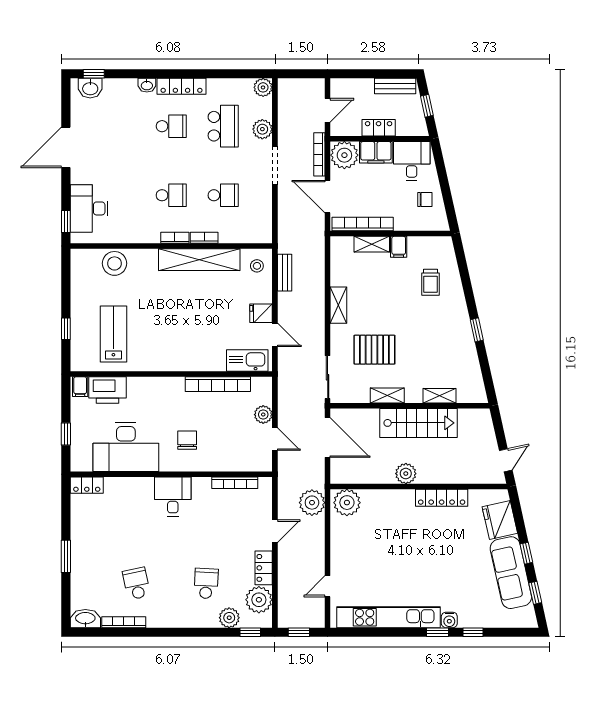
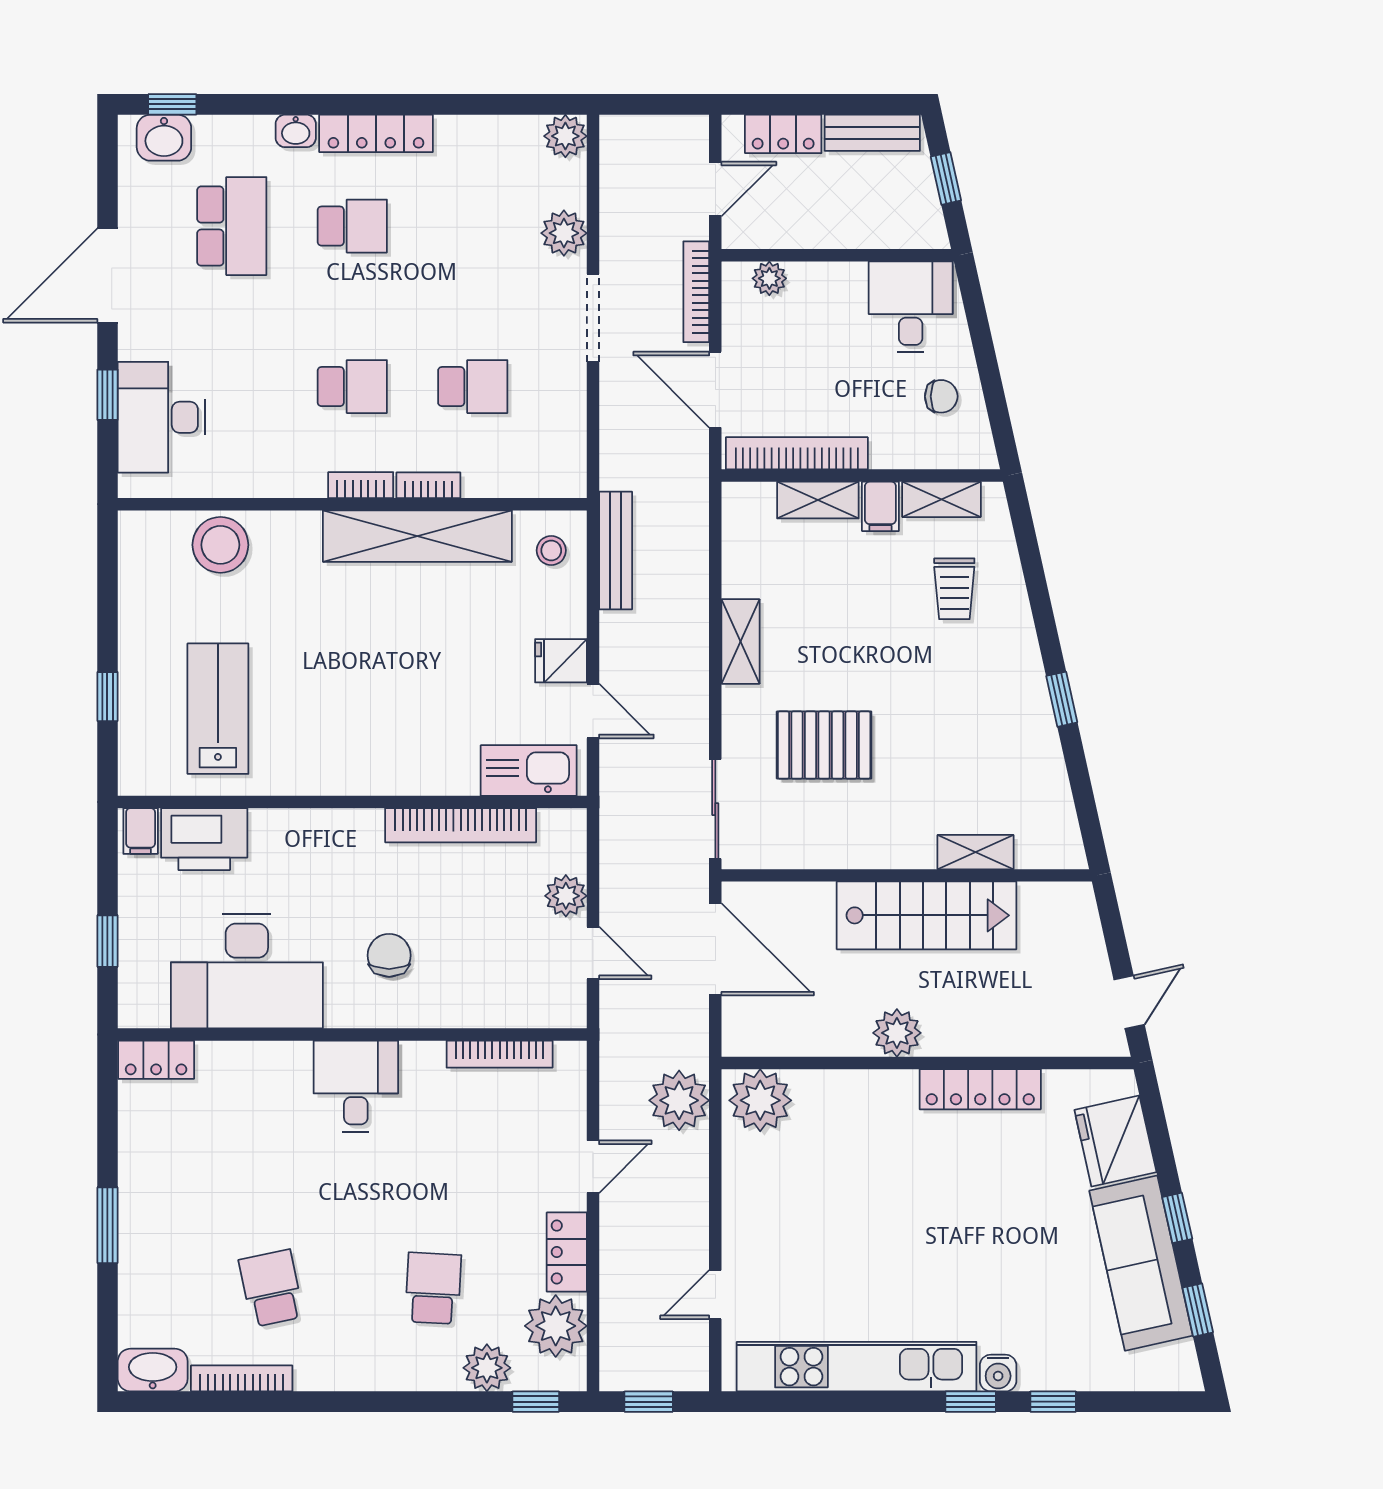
school desk: (223, 126) -> (232, 226), moved
locker: (379, 128) -> (783, 134), moved, turned 180
filing cabinet: (376, 152) -> (827, 287), removed
plant: (344, 155) -> (769, 278), width x0.53, depth x0.53
window: (66, 222) -> (107, 395), moved
bench: (285, 273) -> (616, 551), width x1.36
shelving: (387, 395) -> (941, 499), moved

